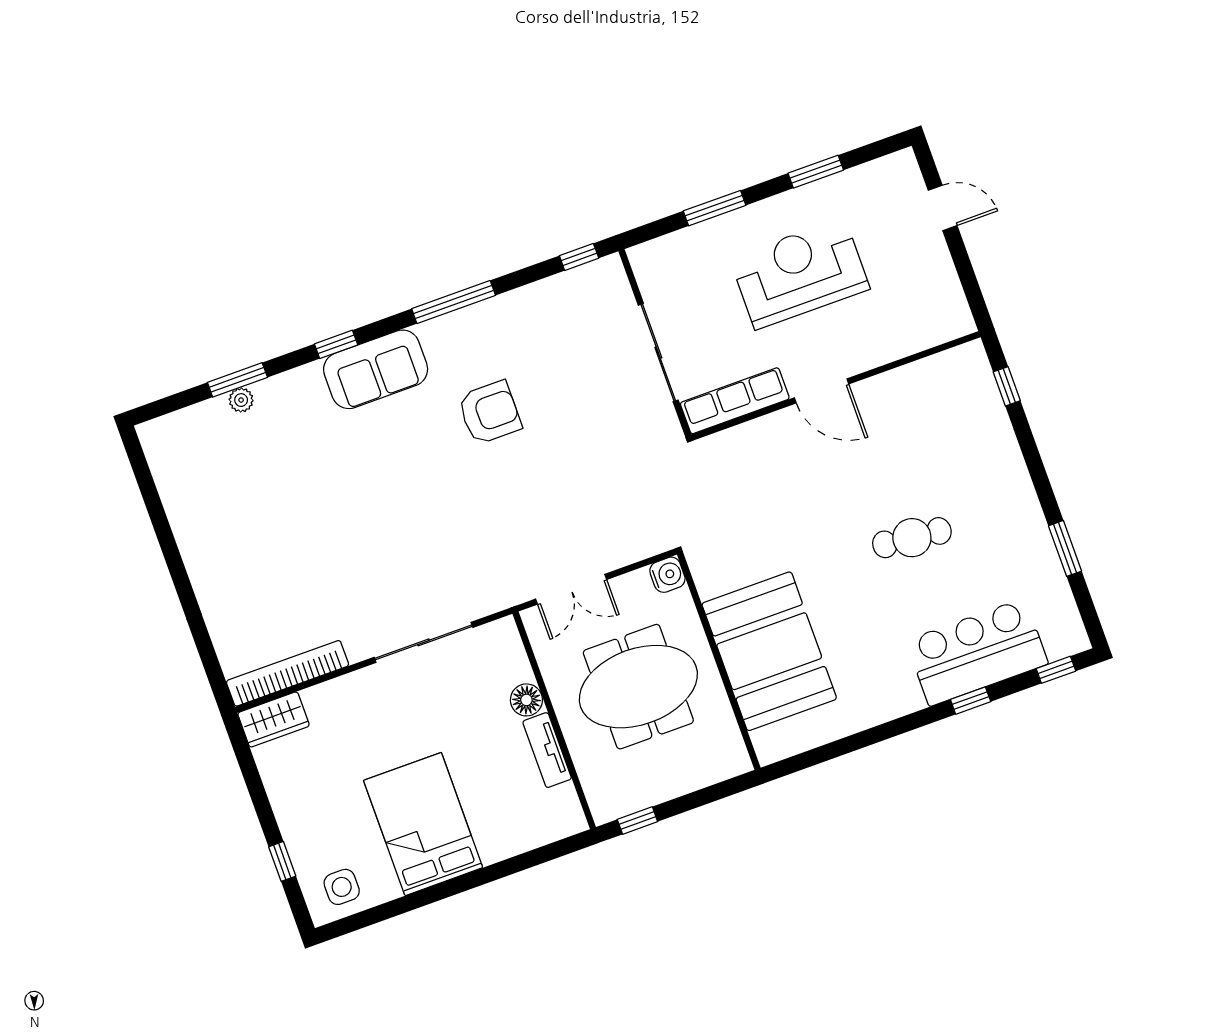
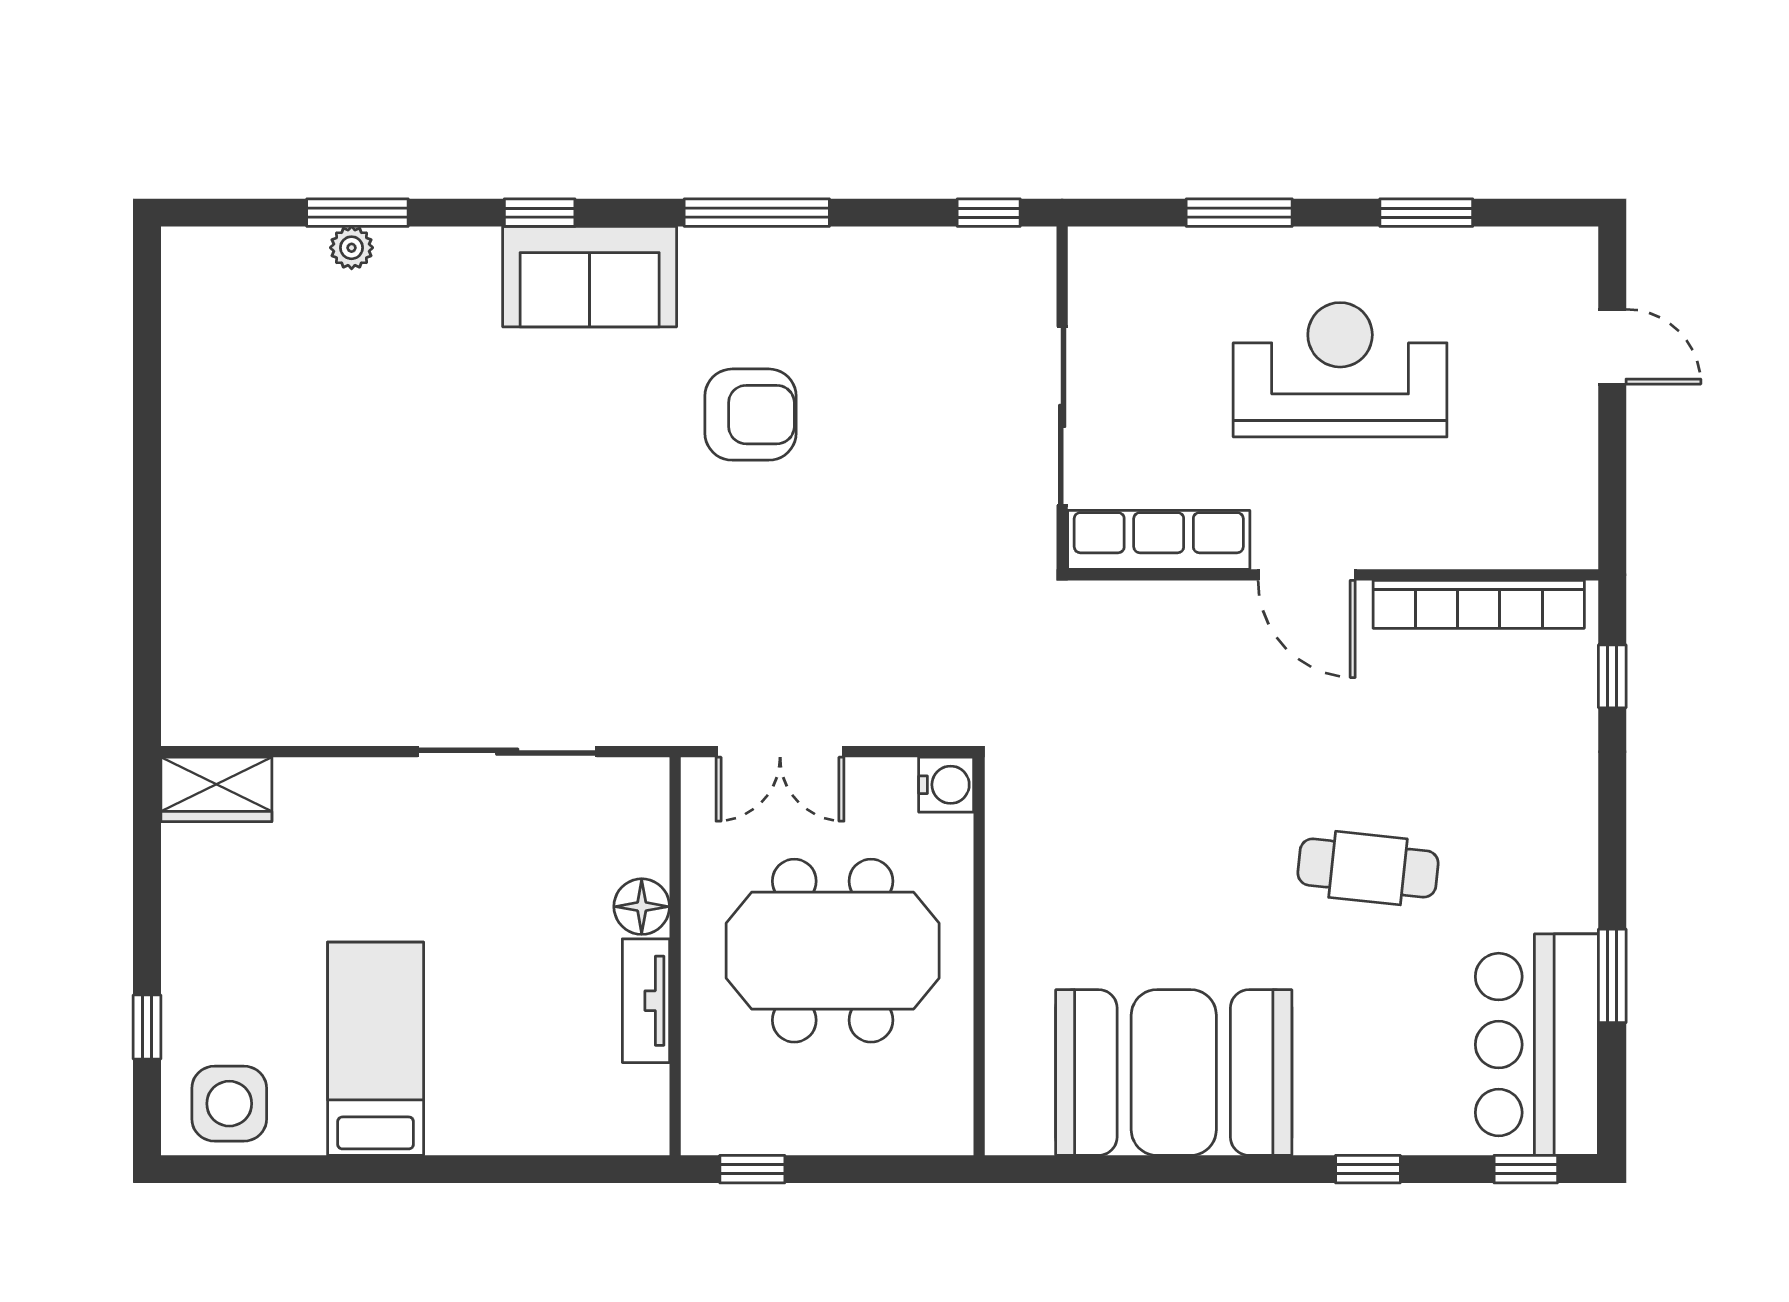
booth: (769, 651) -> (1174, 1073), moved, turned 90
bar counter: (977, 652) -> (1537, 1045), moved, turned -90
bookcase: (288, 673) -> (1479, 604), moved, turned 180
bed: (423, 824) -> (376, 1049), width x0.67
side table: (342, 887) -> (229, 1104), width x1.37, depth x1.37

